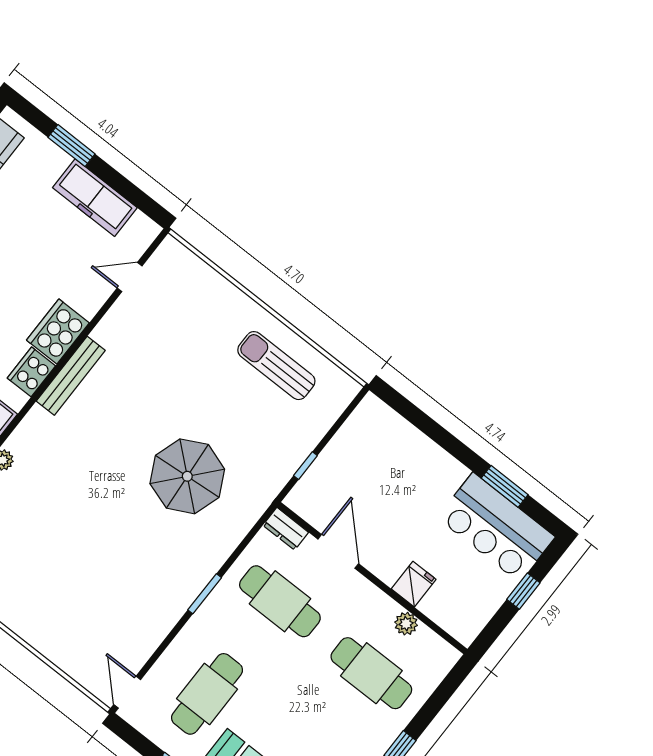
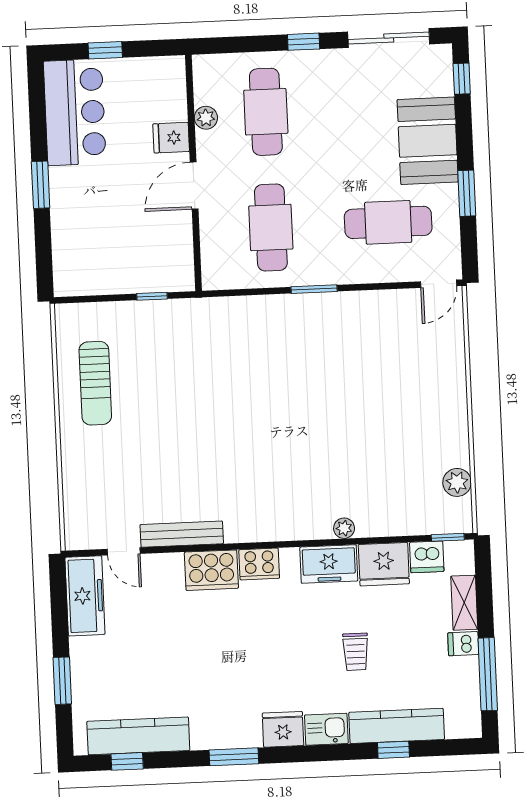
freezer: (95, 198) -> (85, 596), moved
bench: (71, 376) -> (182, 534), moved
parasol: (187, 476) -> (237, 379), removed
window: (505, 486) -> (41, 185), moved
dresser: (286, 529) -> (212, 270), removed
door: (338, 551) -> (194, 186), moved

